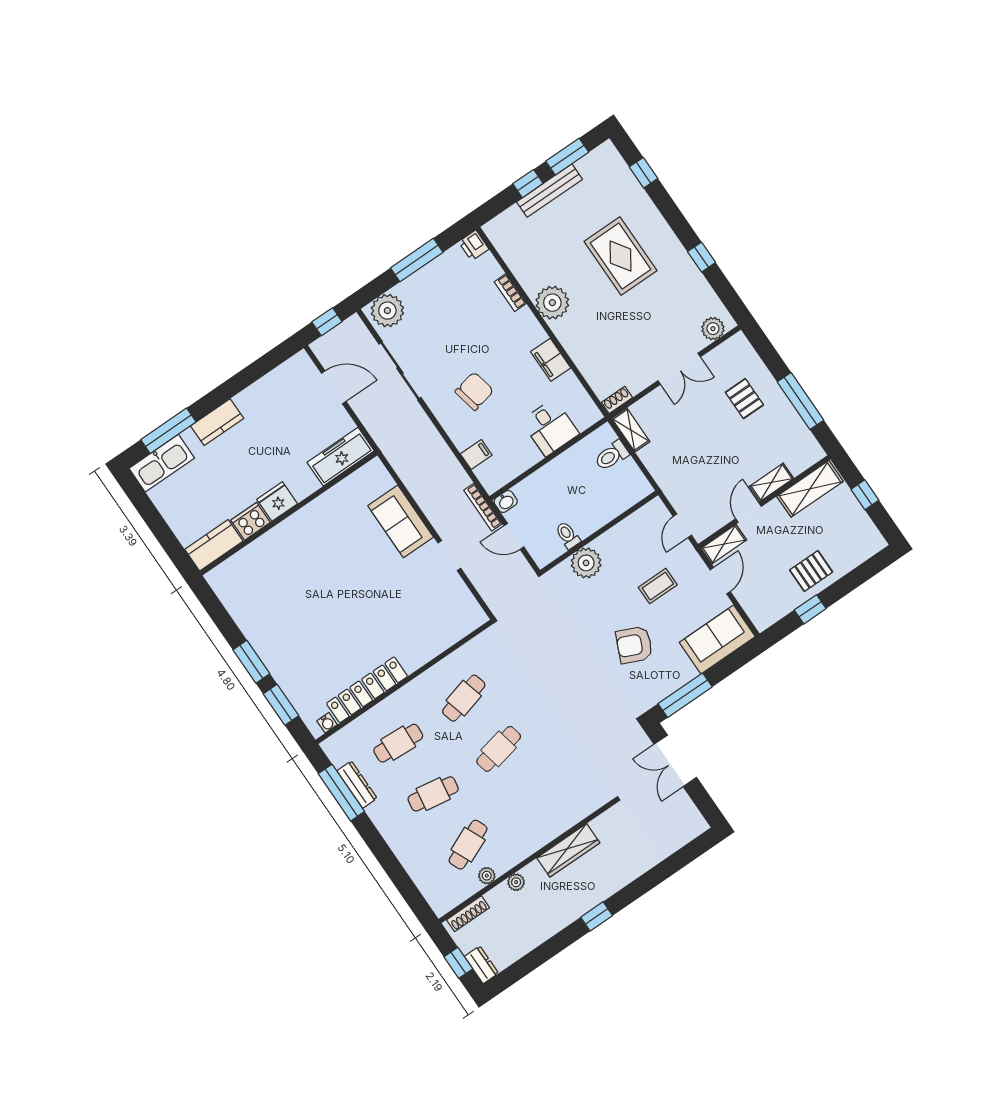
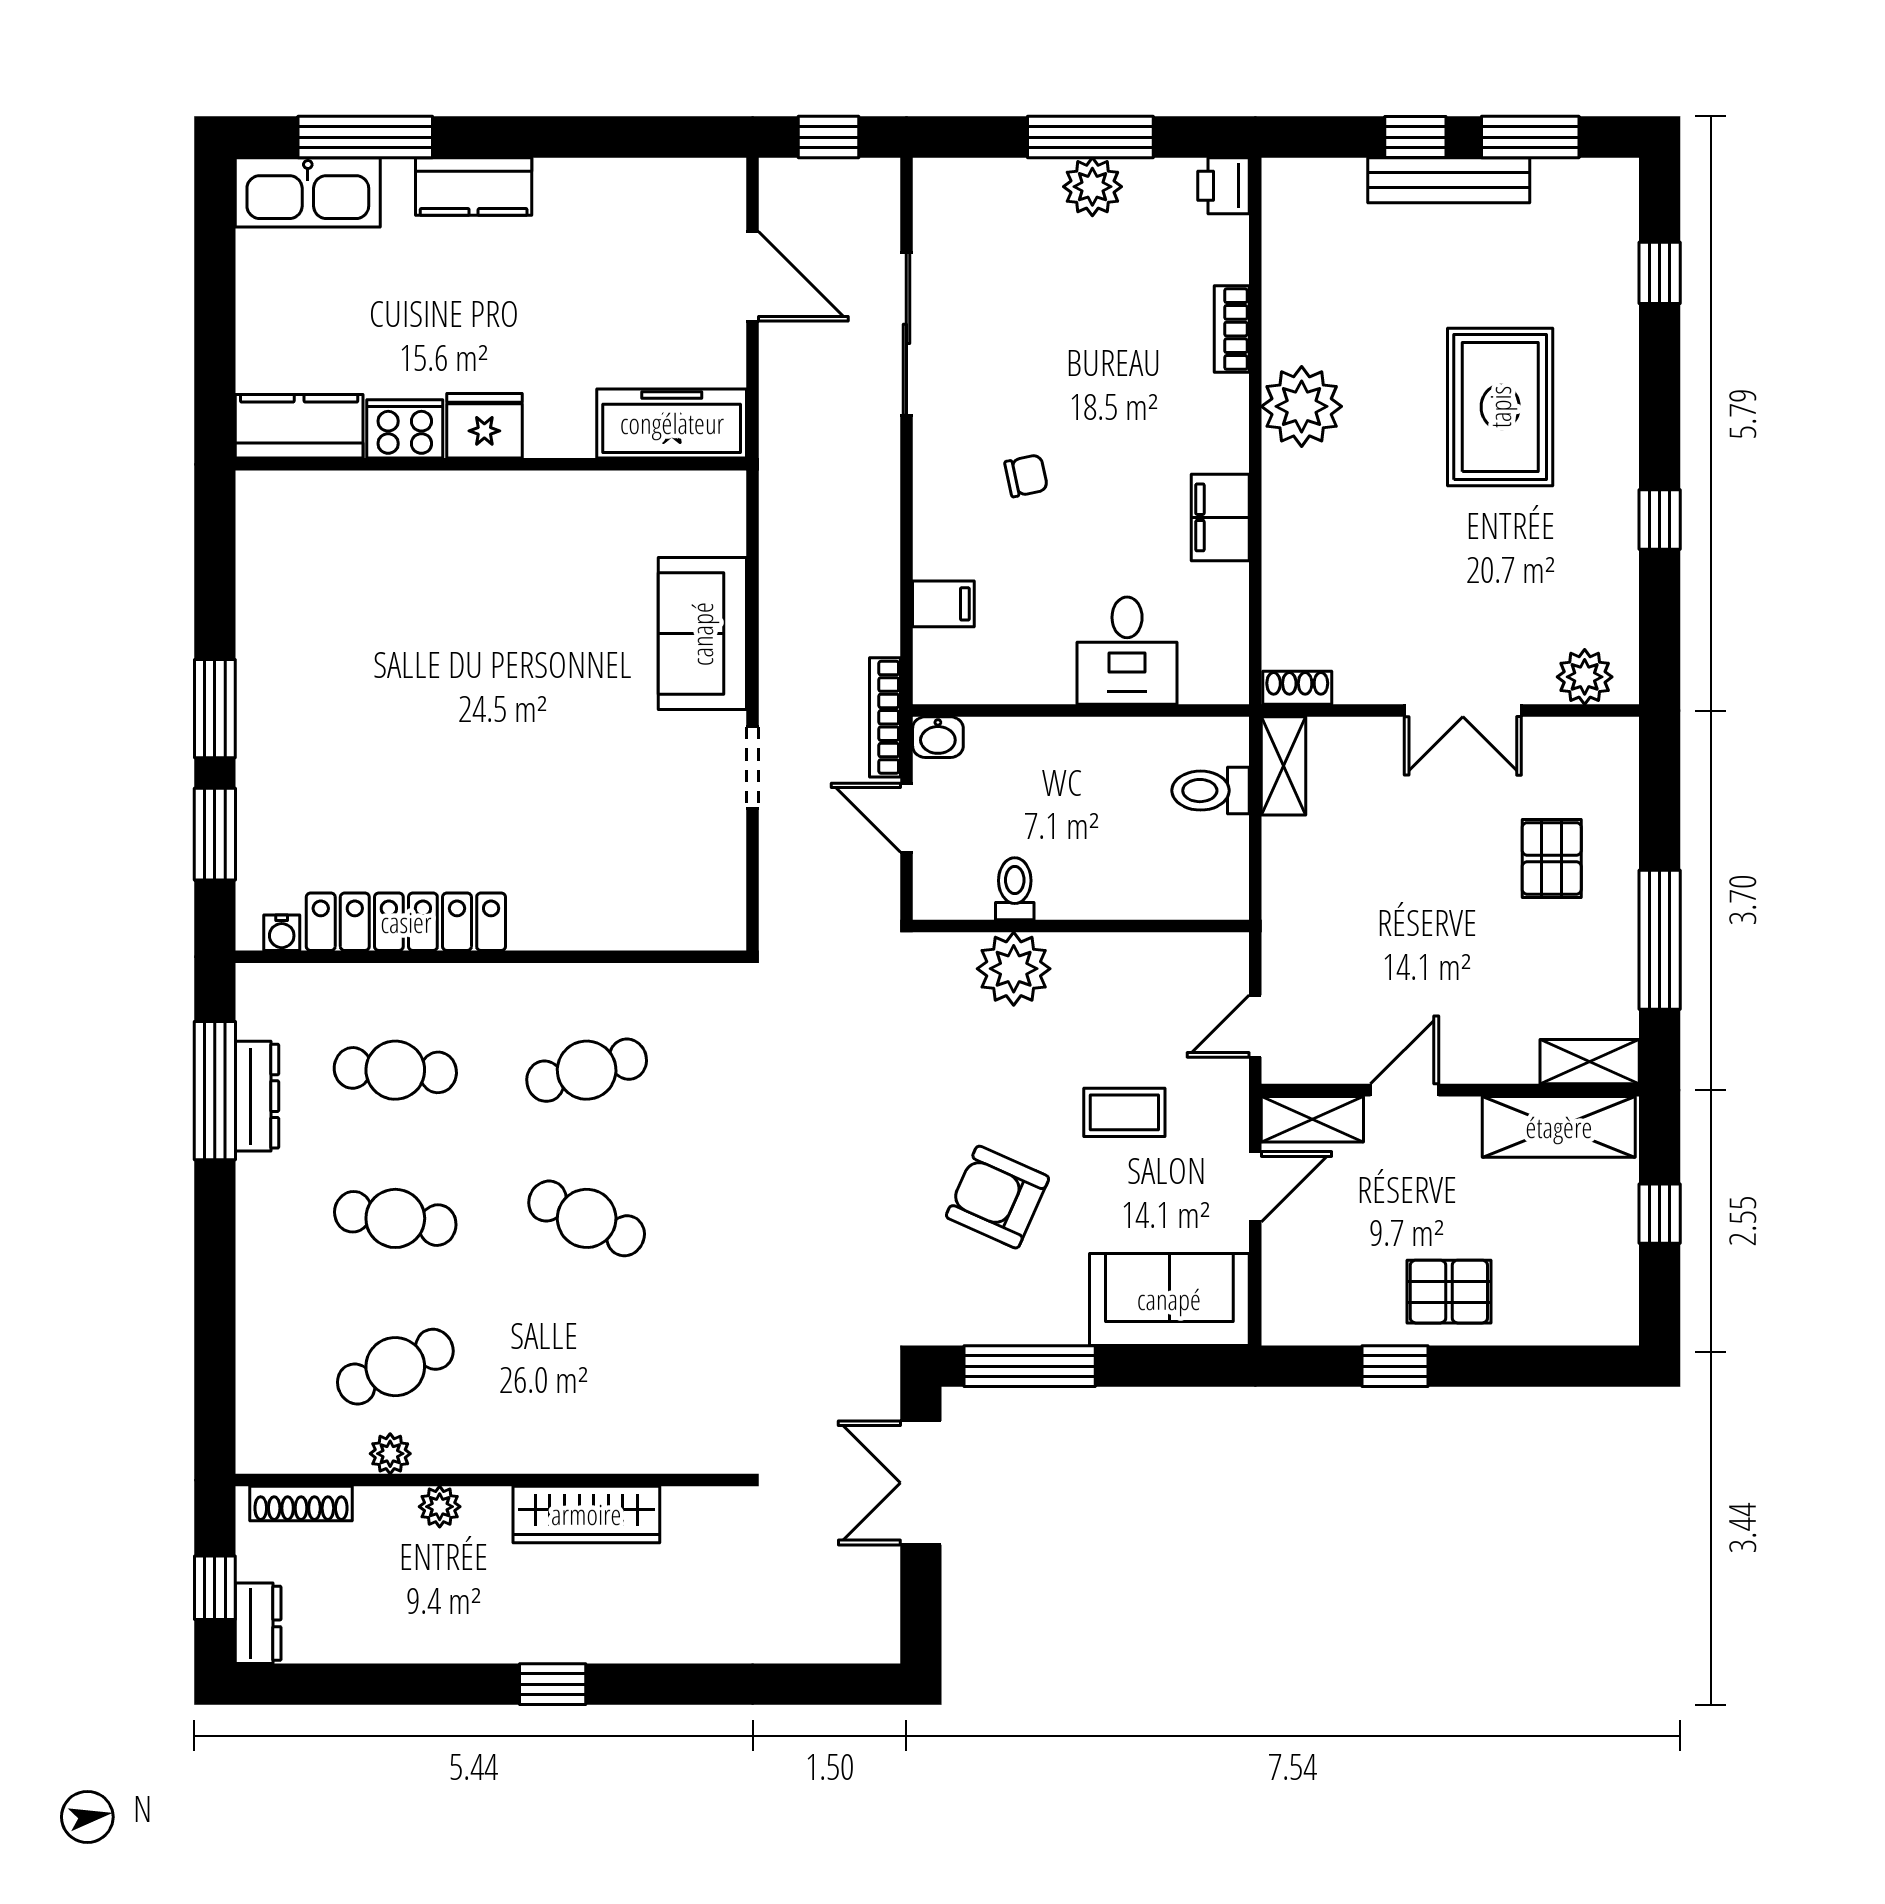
plant: (387, 311) -> (1092, 187), moved, width x0.73, depth x0.73
chair: (474, 391) -> (1026, 476), width x0.54, depth x0.54
shelving: (772, 482) -> (1590, 1062), moved
cafe table: (499, 749) -> (587, 1218), turned 36

